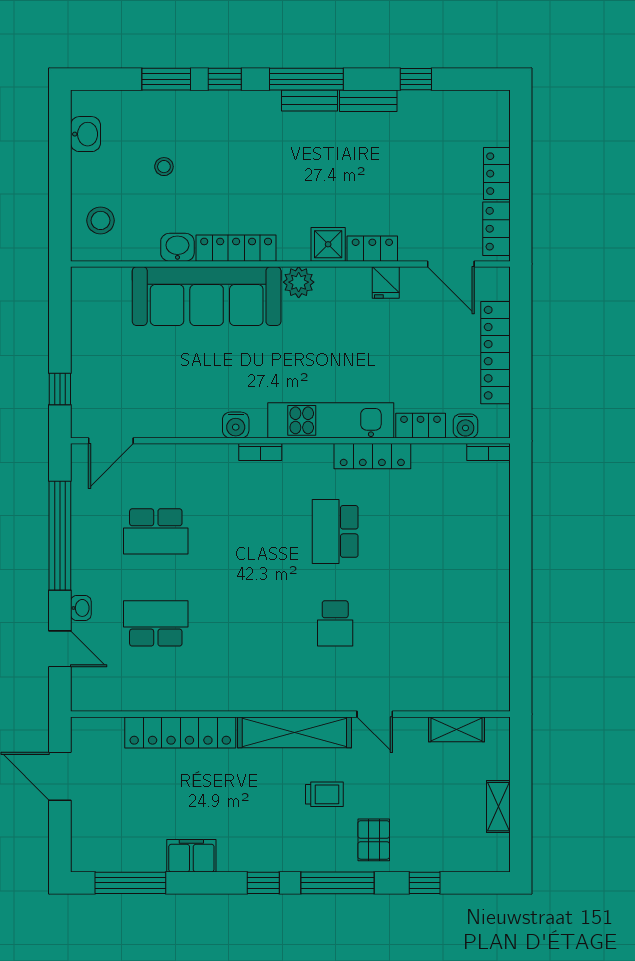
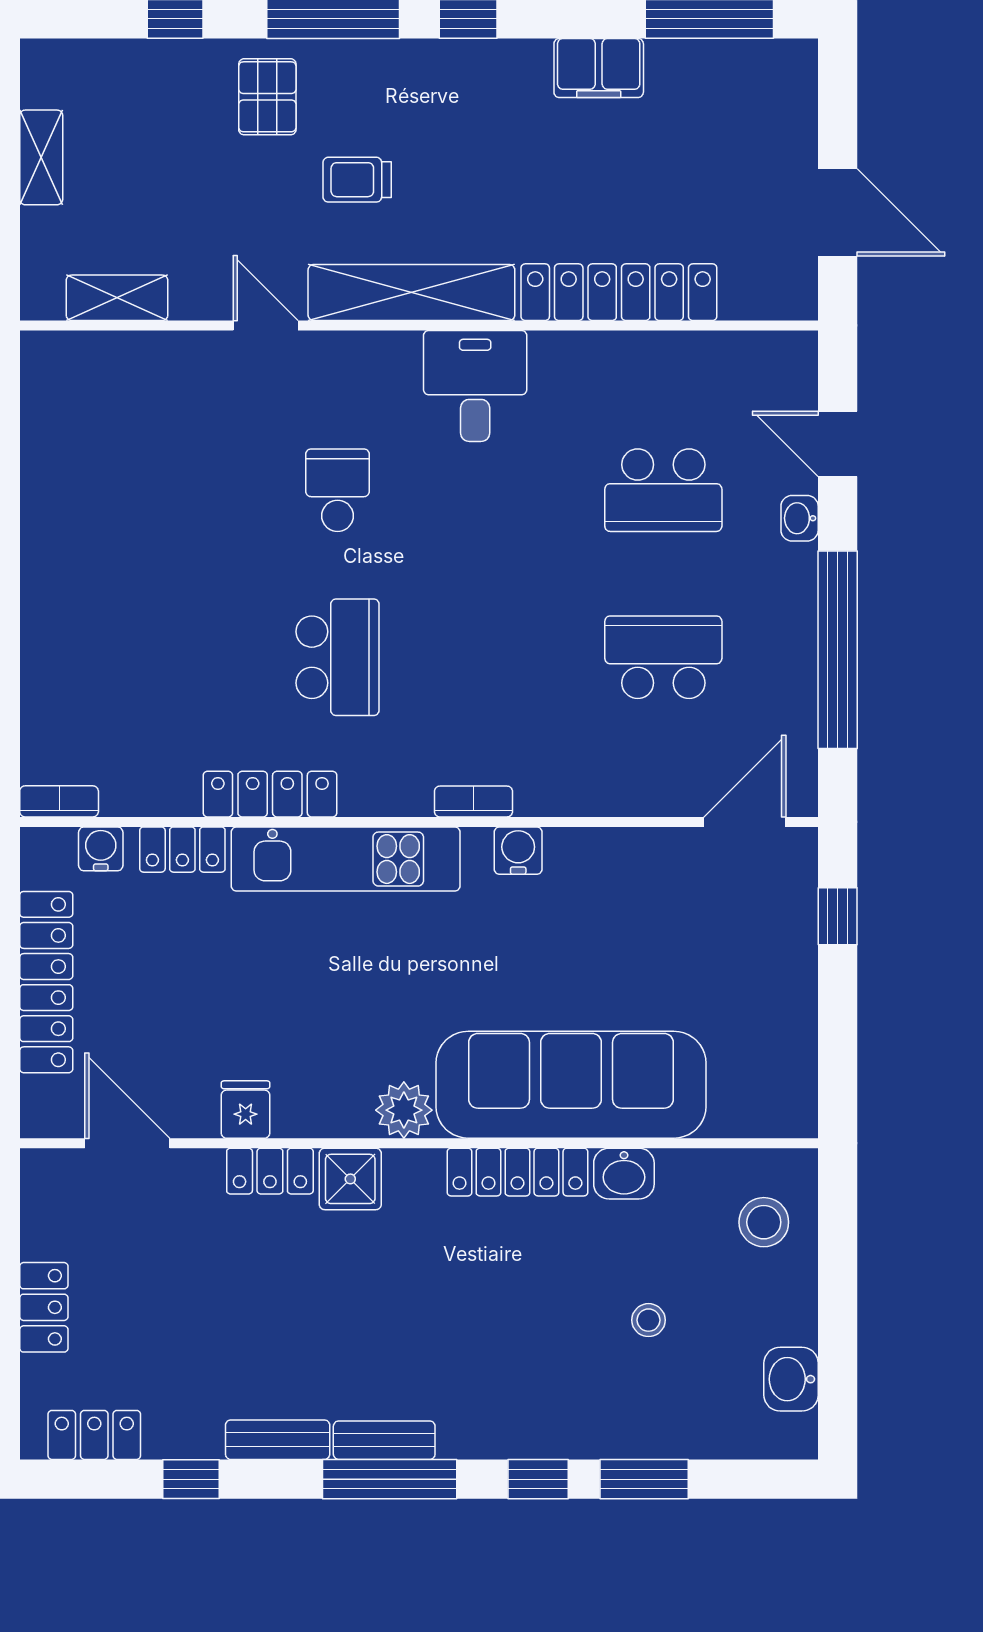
locker: (496, 229) -> (94, 1435), moved, turned -90
desk: (259, 681) -> (475, 386), added

